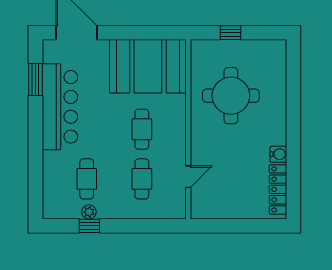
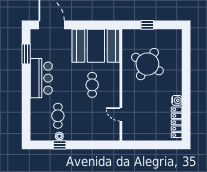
round table: (231, 96) -> (147, 64), turned 30
bar counter: (60, 107) -> (41, 78), width x0.73
door: (188, 177) -> (121, 114), swing flipped
cafe table: (142, 179) -> (92, 116), removed

